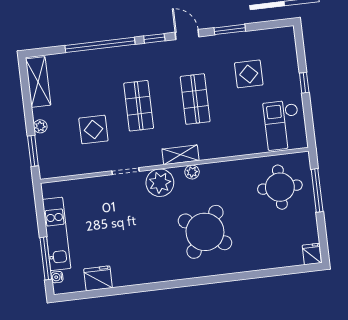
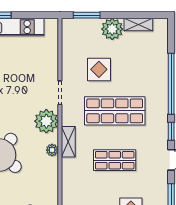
shelving: (38, 82) -> (138, 25), width x0.67, depth x0.75
shop shelf: (139, 106) -> (115, 111), width x1.43, depth x1.36
plant: (40, 126) -> (112, 29), width x1.88, depth x1.88

